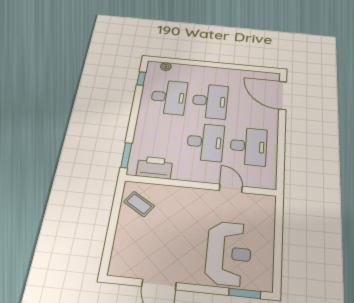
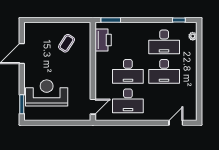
door: (283, 95) -> (176, 123), width x0.53
door: (231, 188) -> (93, 107), moved
coffee table: (139, 204) -> (67, 43), moved
reception desk: (229, 253) -> (47, 93), turned 180

